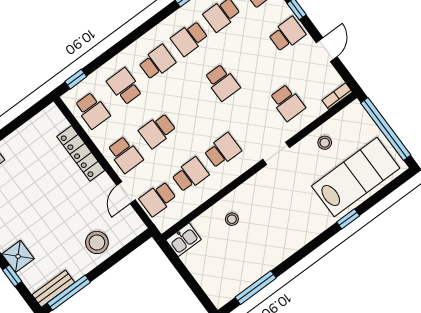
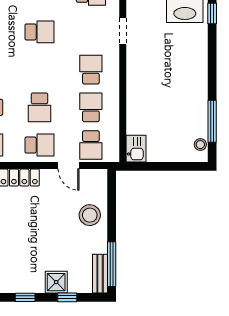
stool: (232, 219) -> (200, 145), moved

